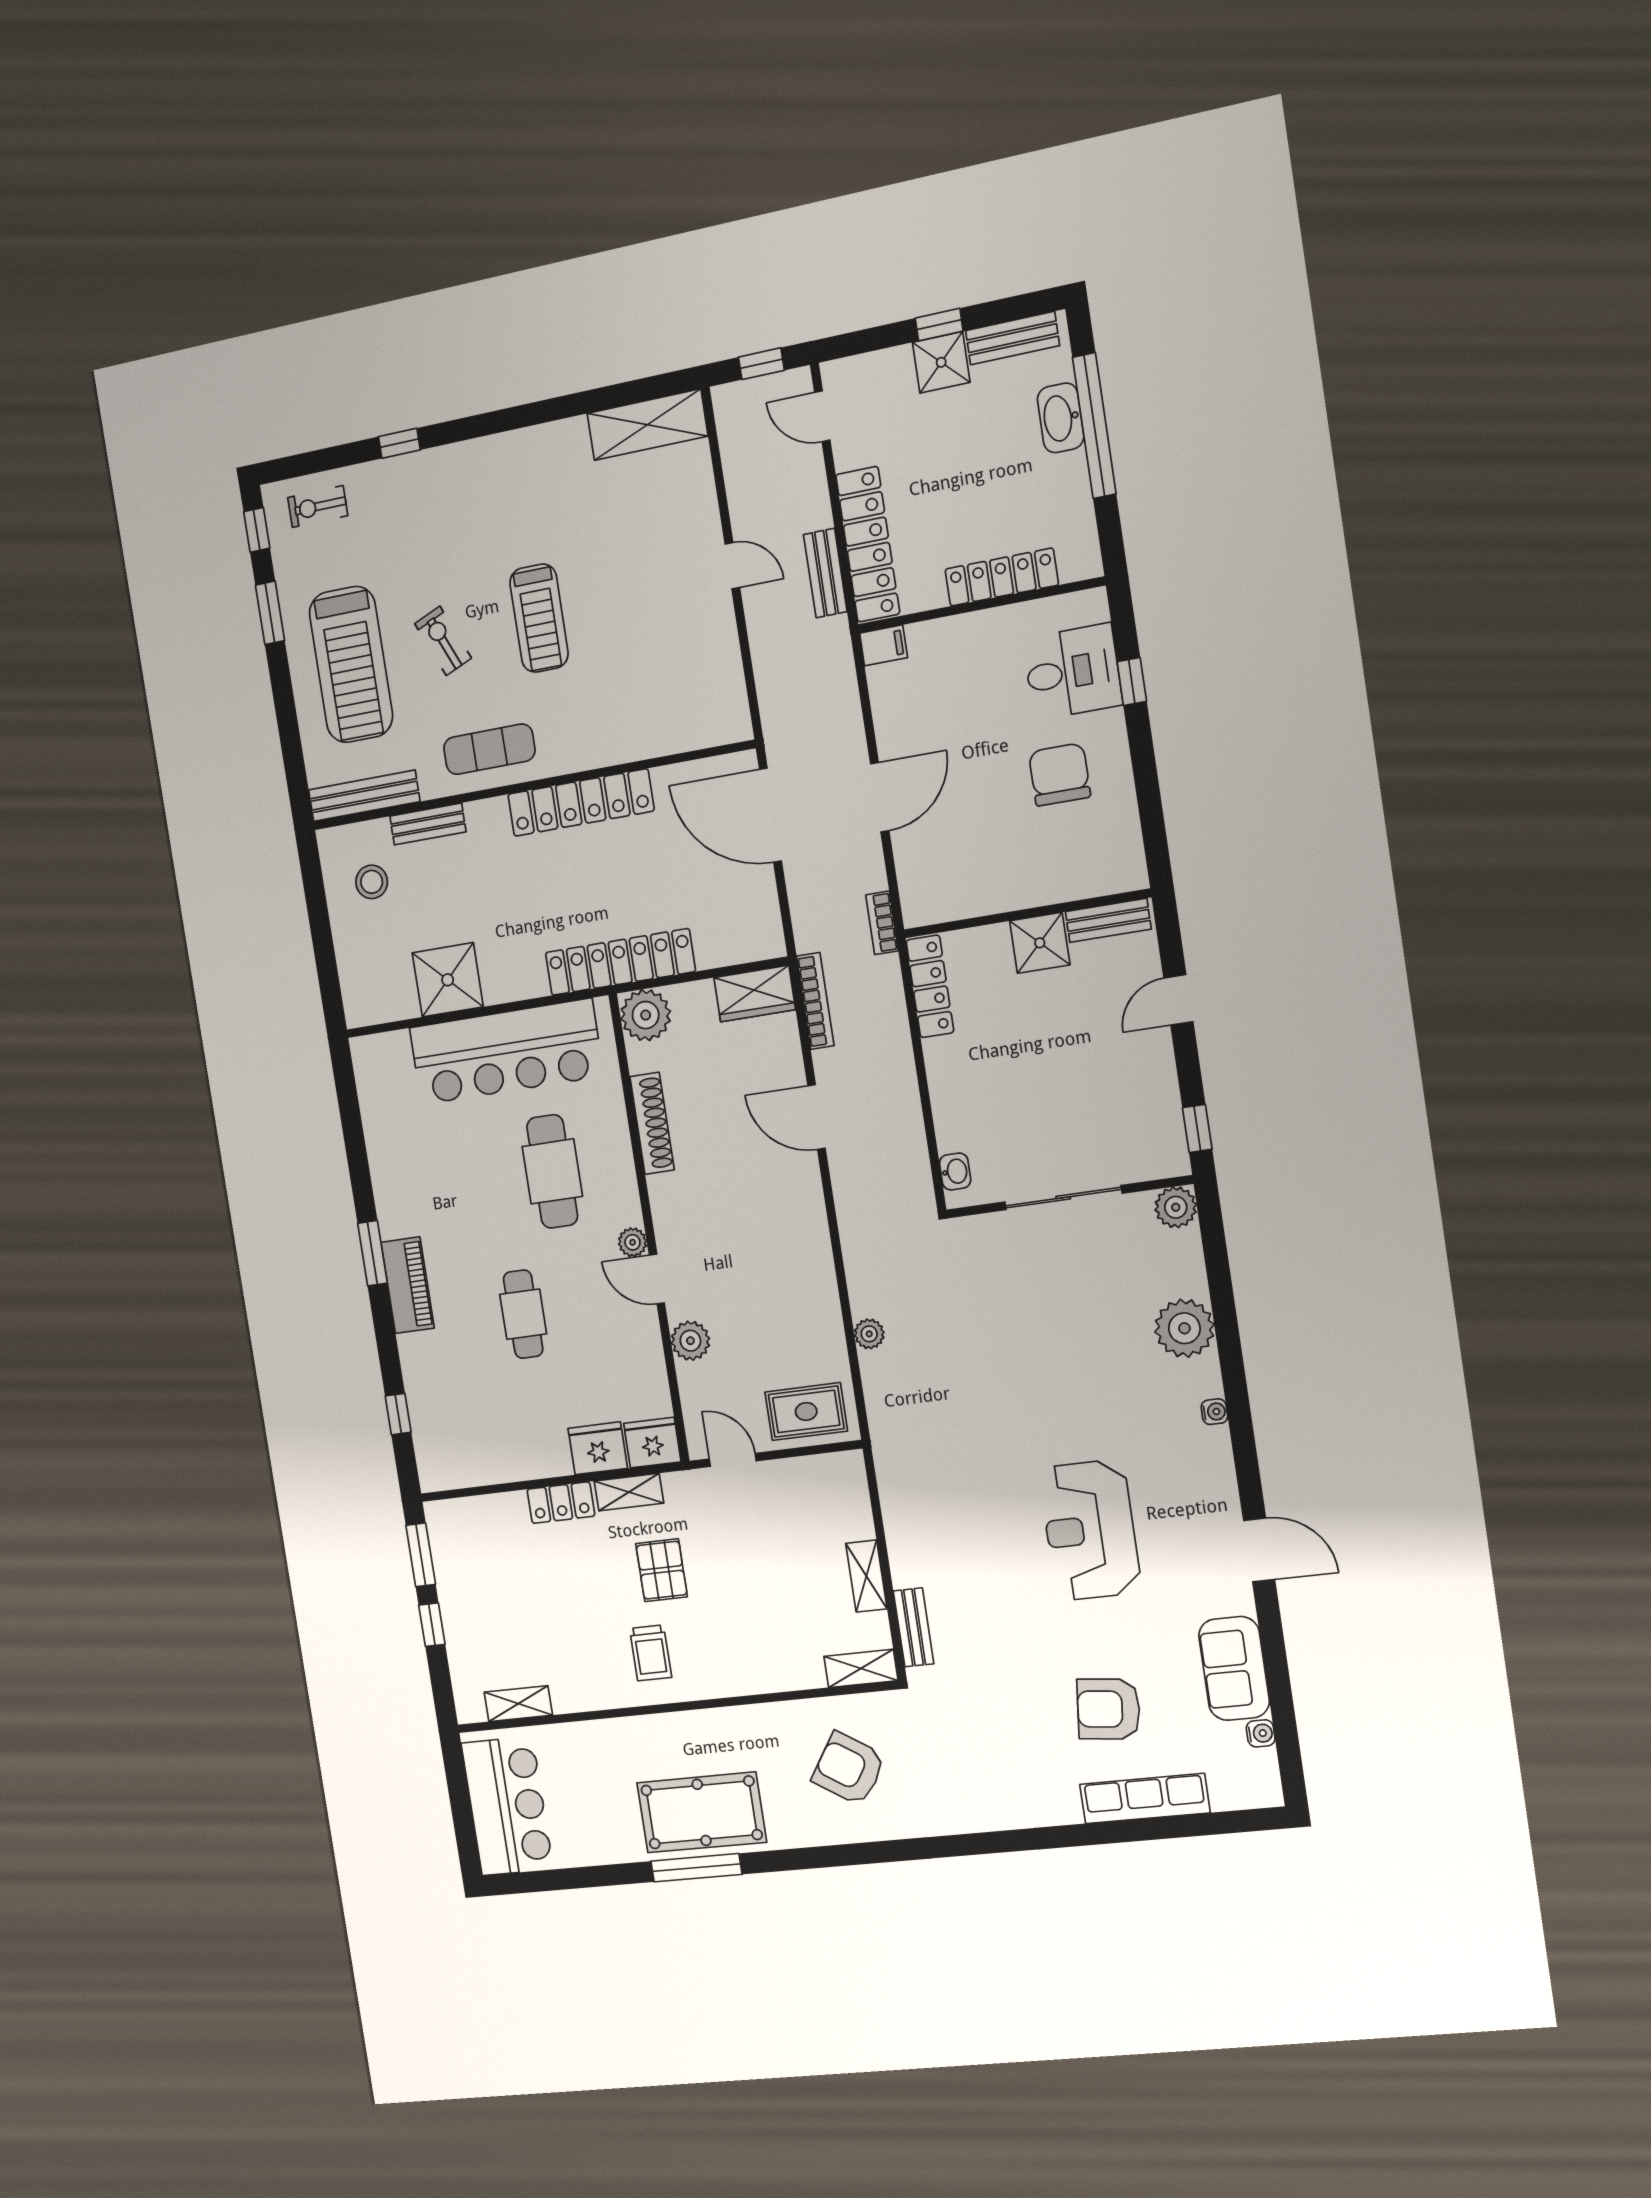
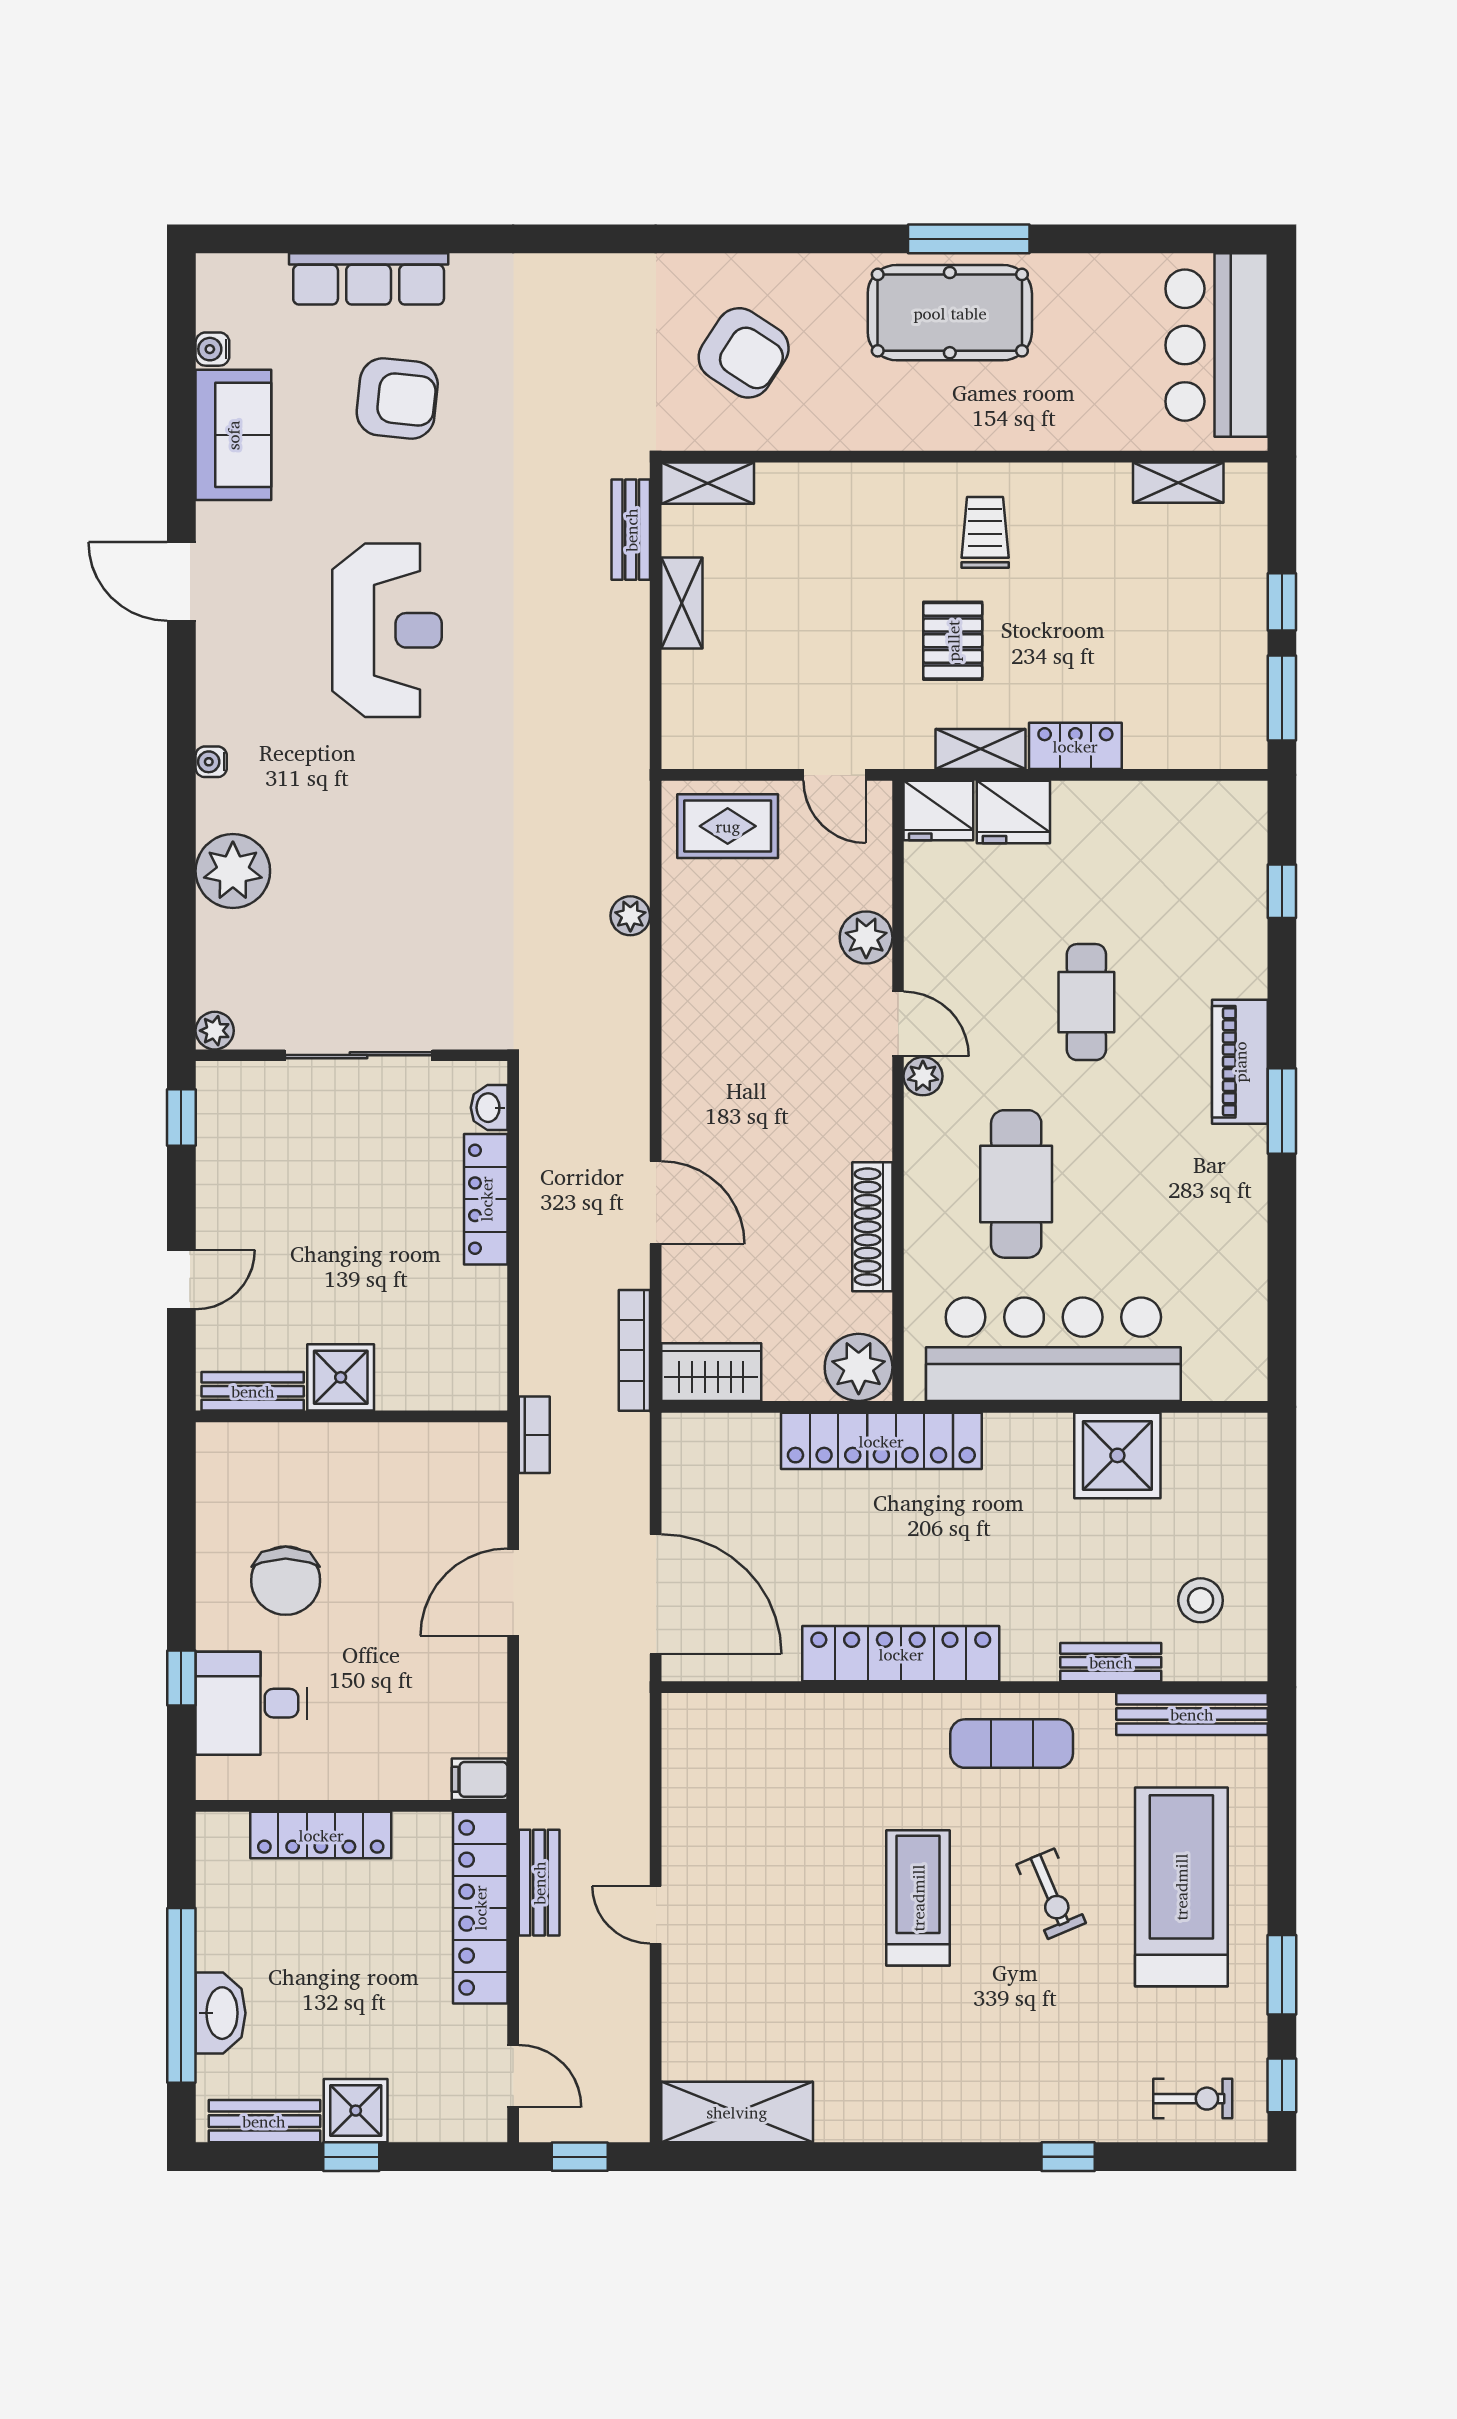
locker: (930, 986) -> (486, 1199), moved
plant: (1176, 1207) -> (215, 1031), width x0.73, depth x0.73

